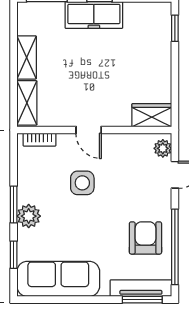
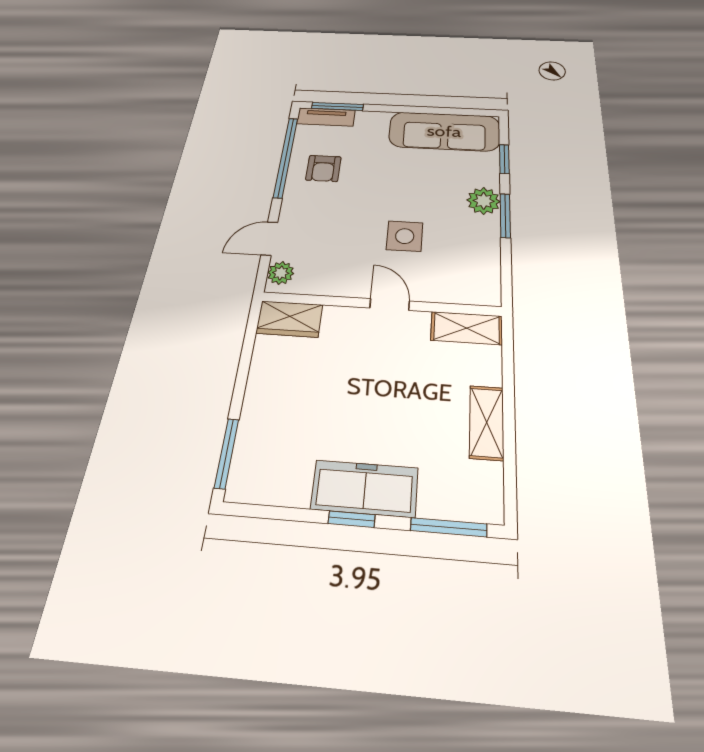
window: (175, 28) -> (227, 453), width x1.50
shelving: (27, 103) -> (467, 328), moved, turned 90
bookcase: (39, 140) -> (467, 296), removed
armchair: (145, 238) -> (323, 168), width x0.72, depth x0.72
tv unit: (141, 288) -> (326, 117), width x0.71

